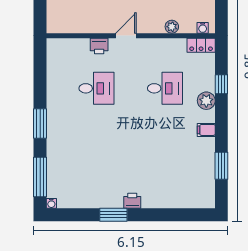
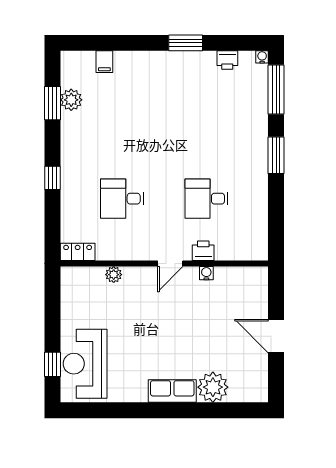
water cooler: (203, 28) -> (206, 273), moved
window: (221, 84) -> (53, 178), moved
plant: (206, 101) -> (71, 100), moved
filing cabinet: (206, 130) -> (104, 62), moved, turned 90
printer: (132, 201) -> (227, 60), moved

